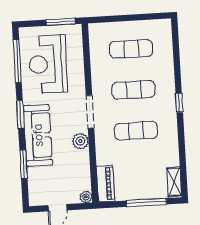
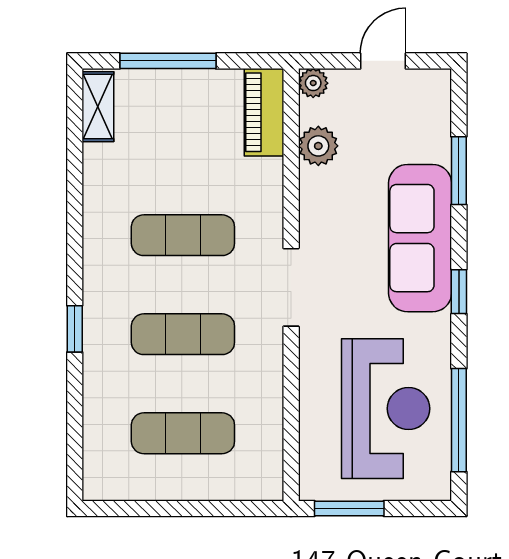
window: (179, 103) -> (75, 329), moved
window: (20, 114) -> (459, 292), width x0.67
plant: (80, 141) -> (318, 146), moved

